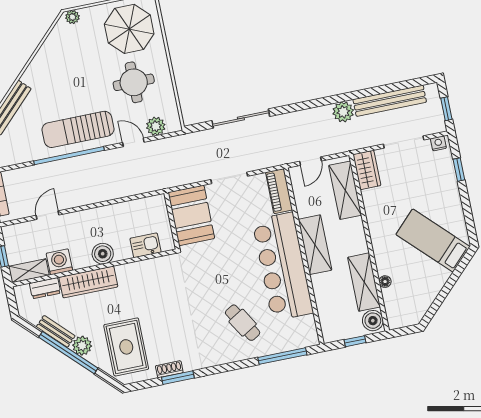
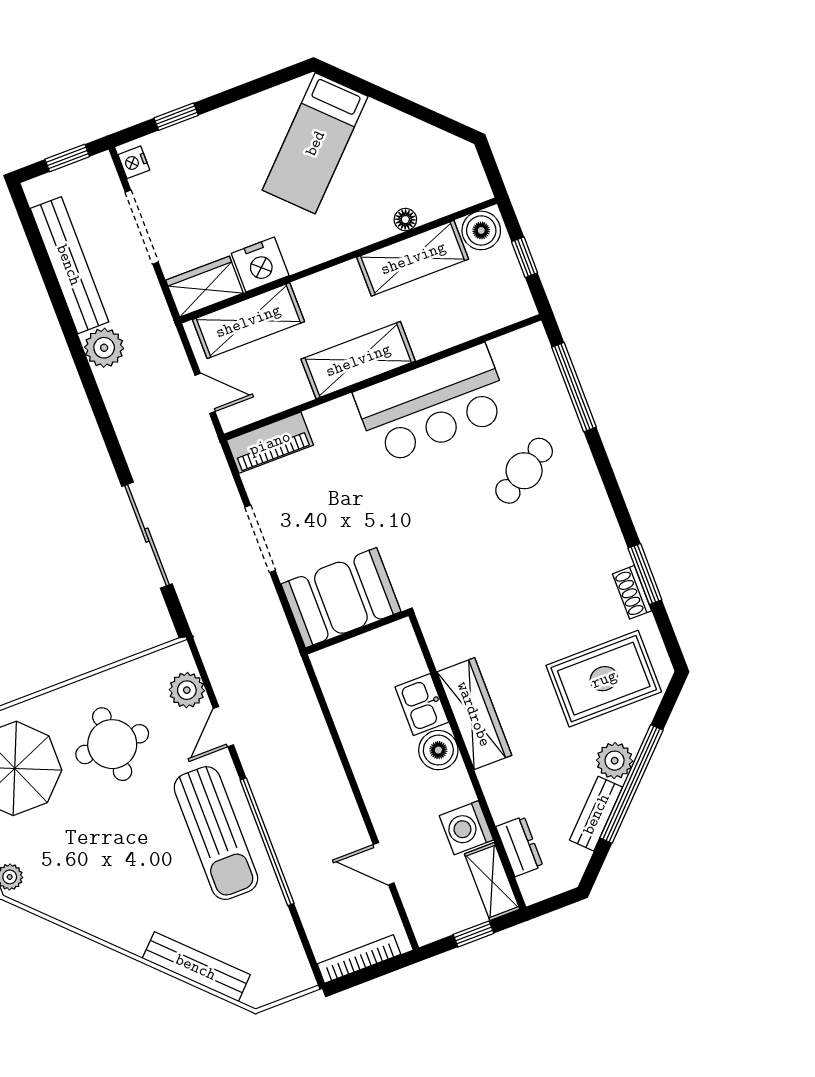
nightstand: (374, 201) -> (260, 264), added
kitchen sink: (145, 245) -> (422, 705), moved
bar counter: (283, 267) -> (432, 404), width x0.73
wardrobe: (88, 282) -> (474, 714), moved

